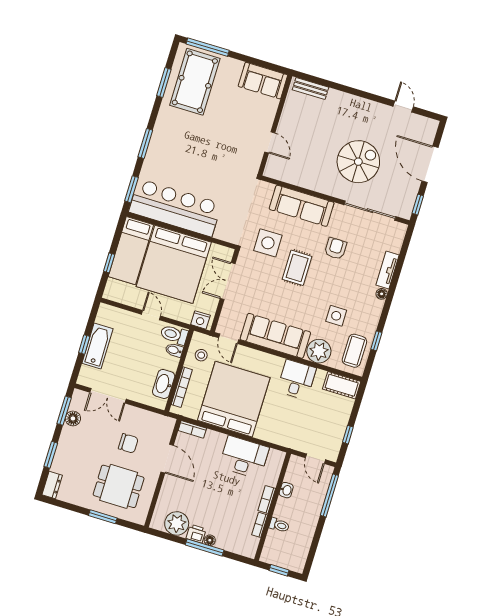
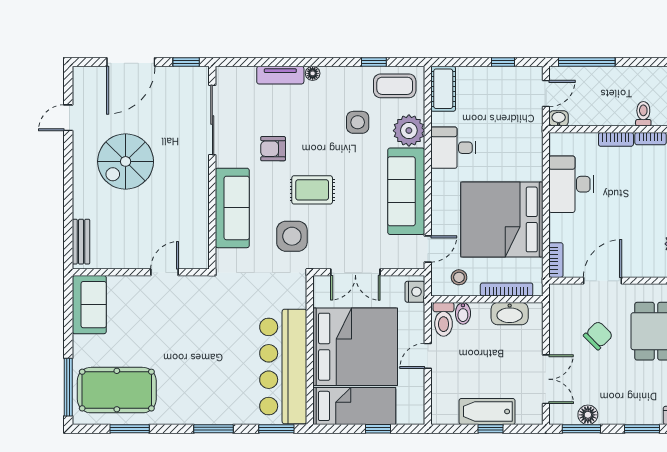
spiral stairs: (358, 162) -> (126, 161), moved, turned -90
chair: (128, 443) -> (598, 335), turned 45
washbasin: (286, 490) -> (559, 118), moved

